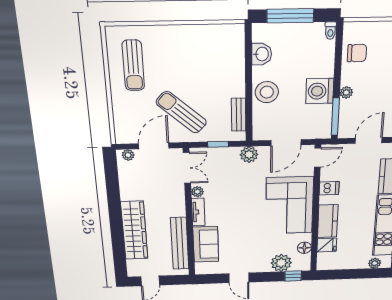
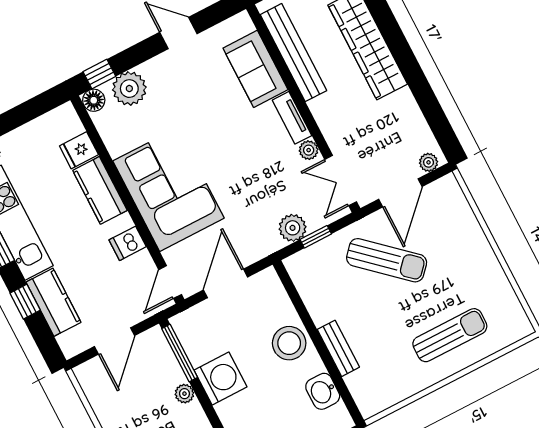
sun lounger: (133, 65) -> (450, 335), moved, turned 90
bench: (239, 115) -> (338, 348), moved
plant: (249, 155) -> (293, 228), moved
floor lamp: (304, 248) -> (94, 100), moved

